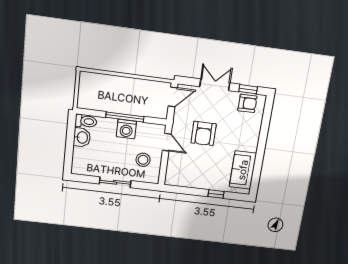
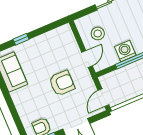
armchair: (204, 133) -> (62, 83), turned 90
door: (167, 142) -> (87, 59), swing flipped

